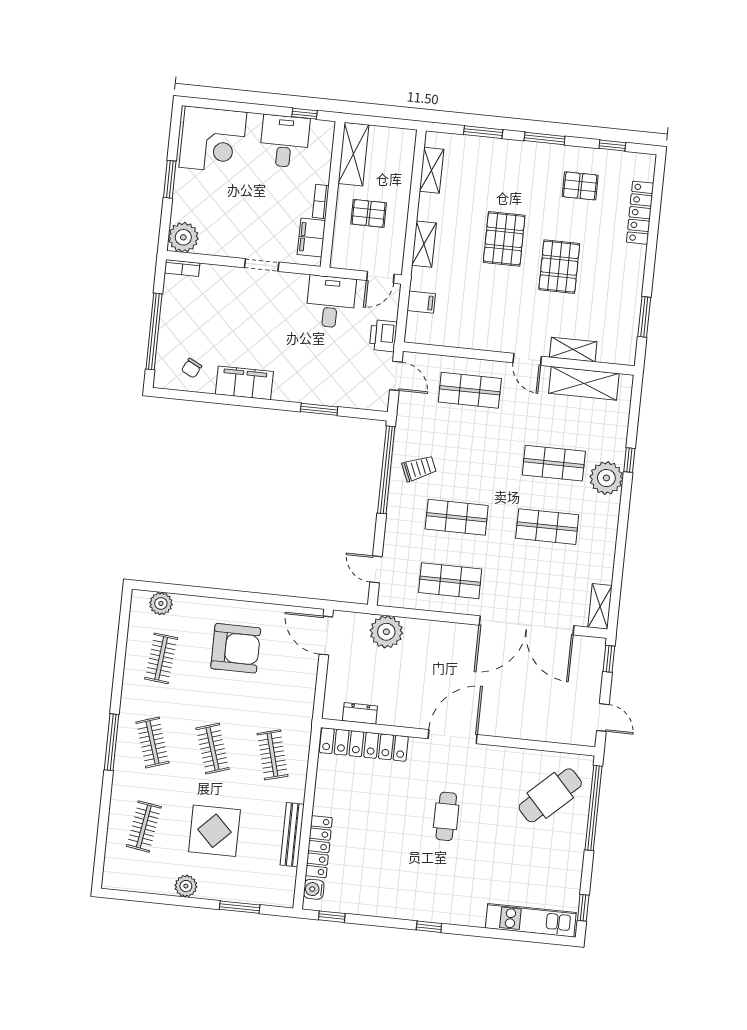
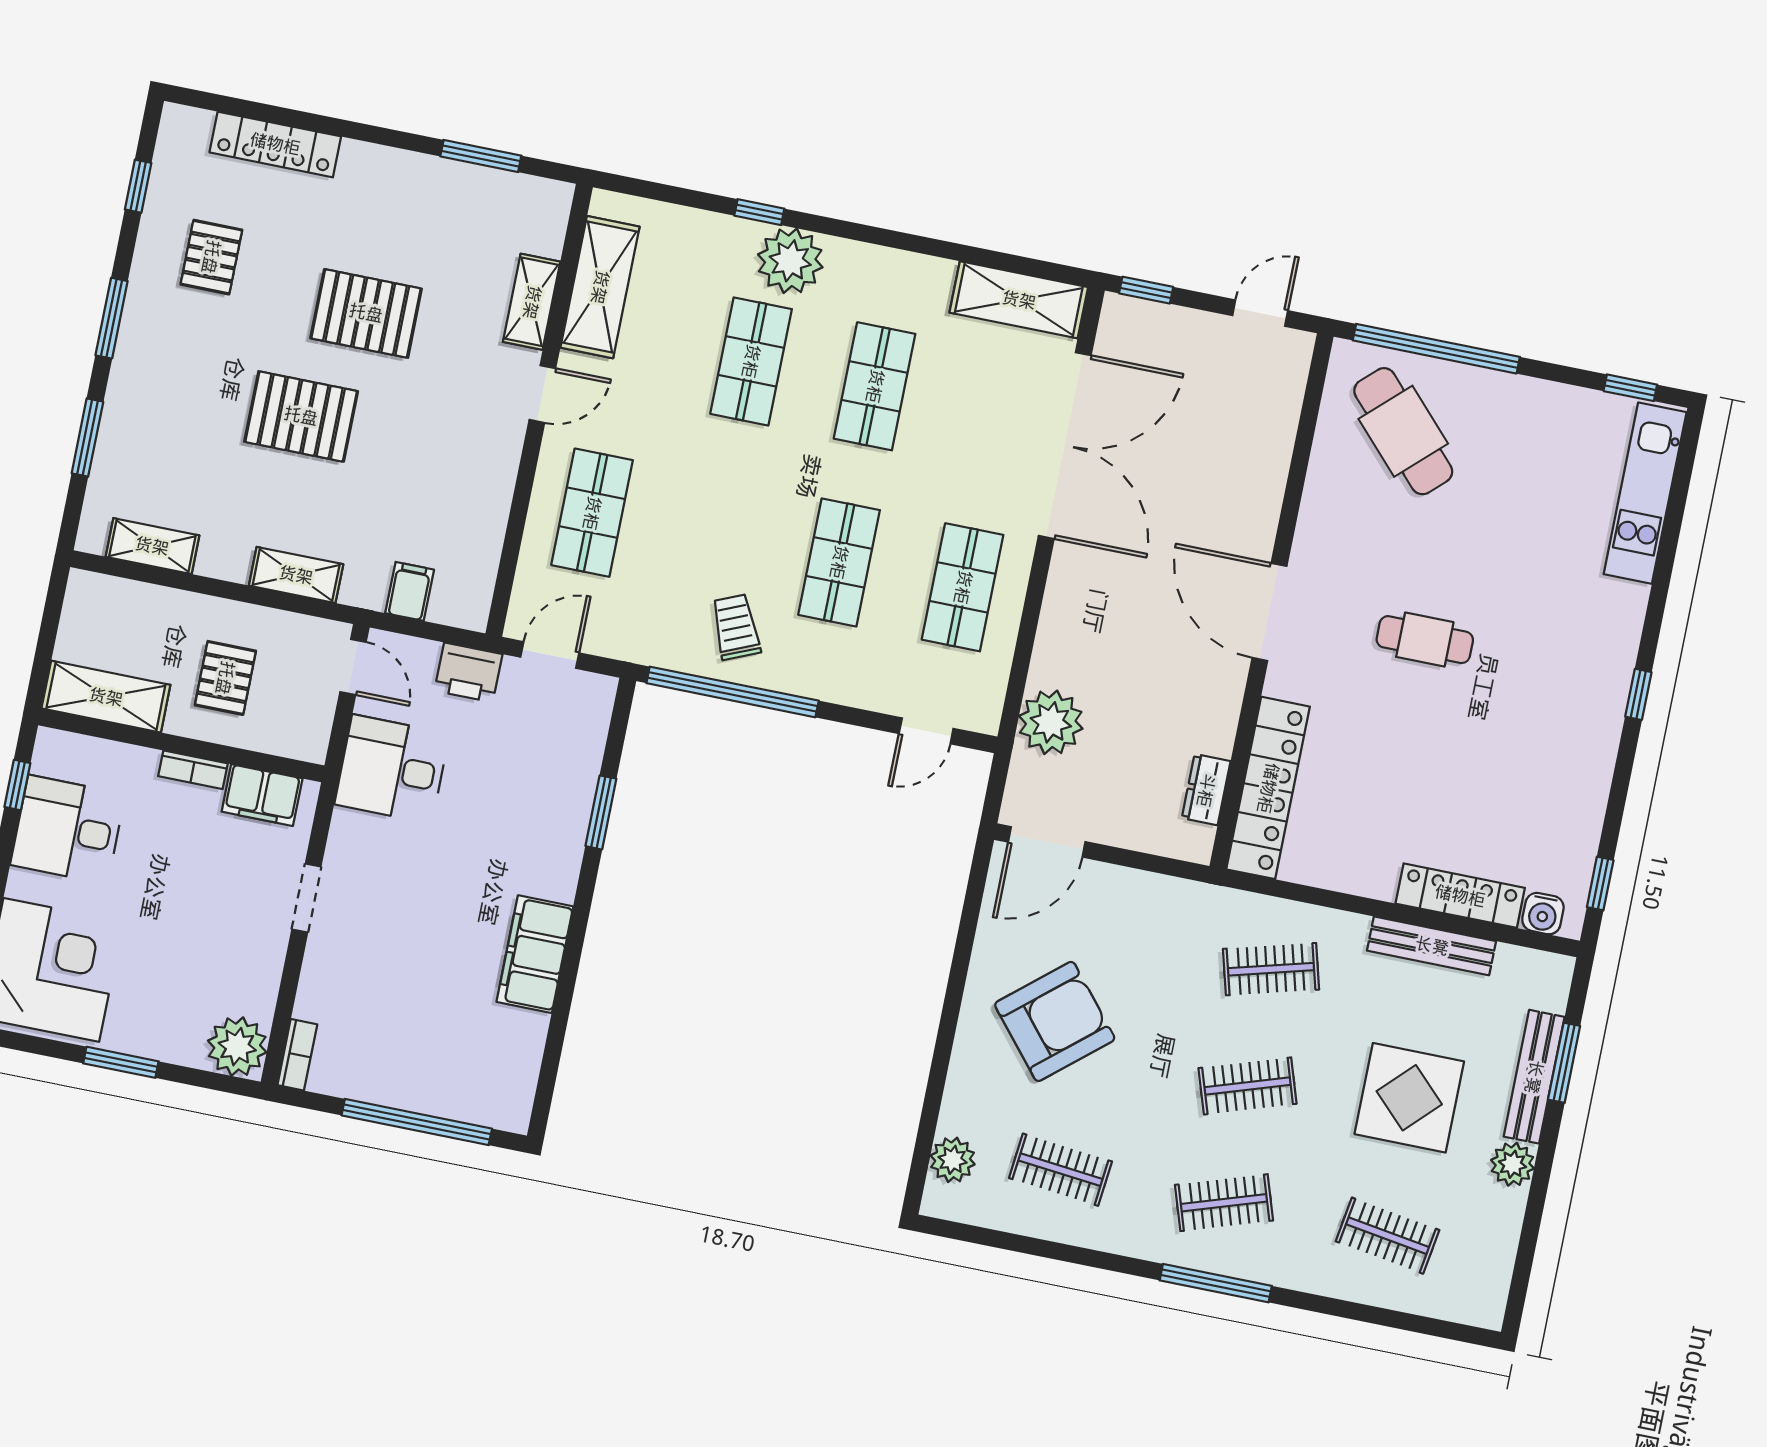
chair: (192, 368) -> (496, 1055), removed
shelving: (600, 606) -> (1019, 300), width x1.50, depth x1.33
armchair: (236, 648) -> (1055, 1021), turned 50
bench: (231, 893) -> (1534, 1077), added

